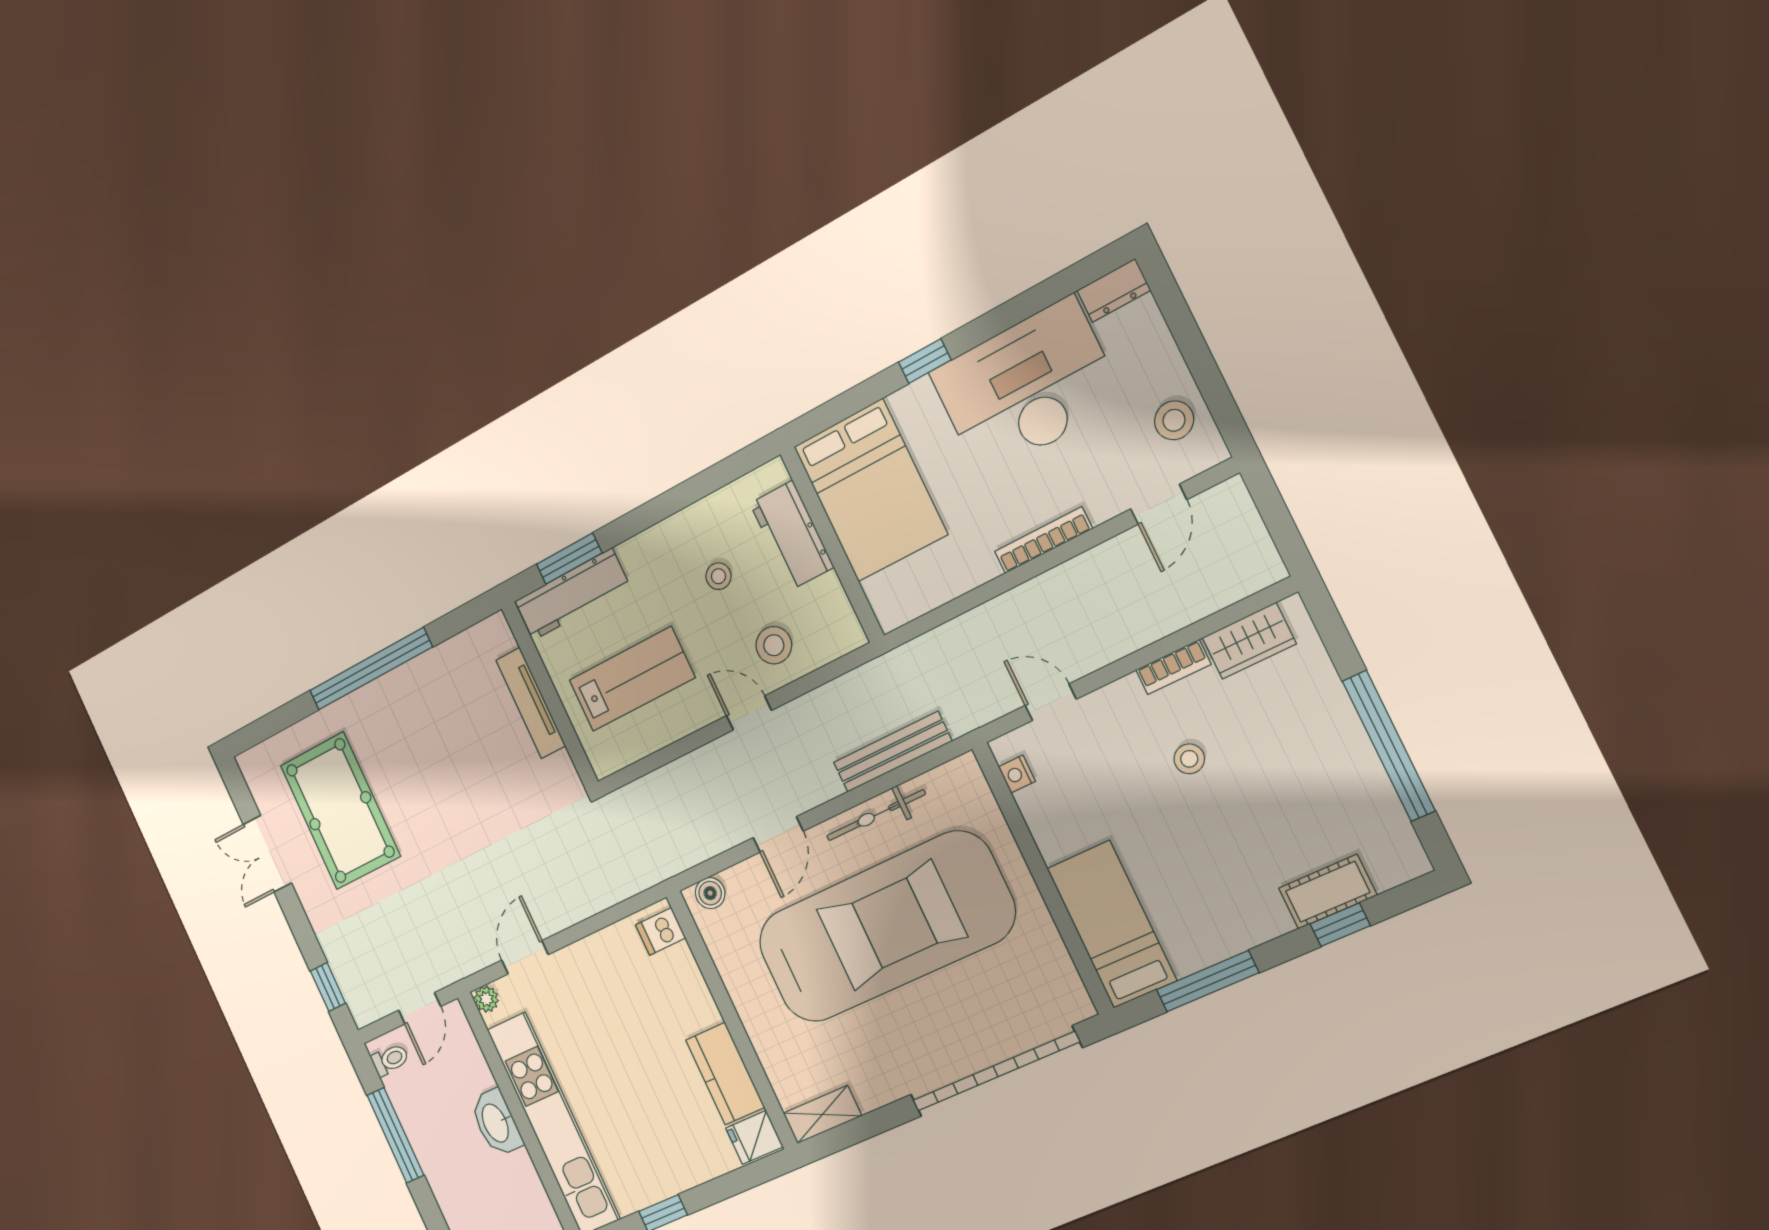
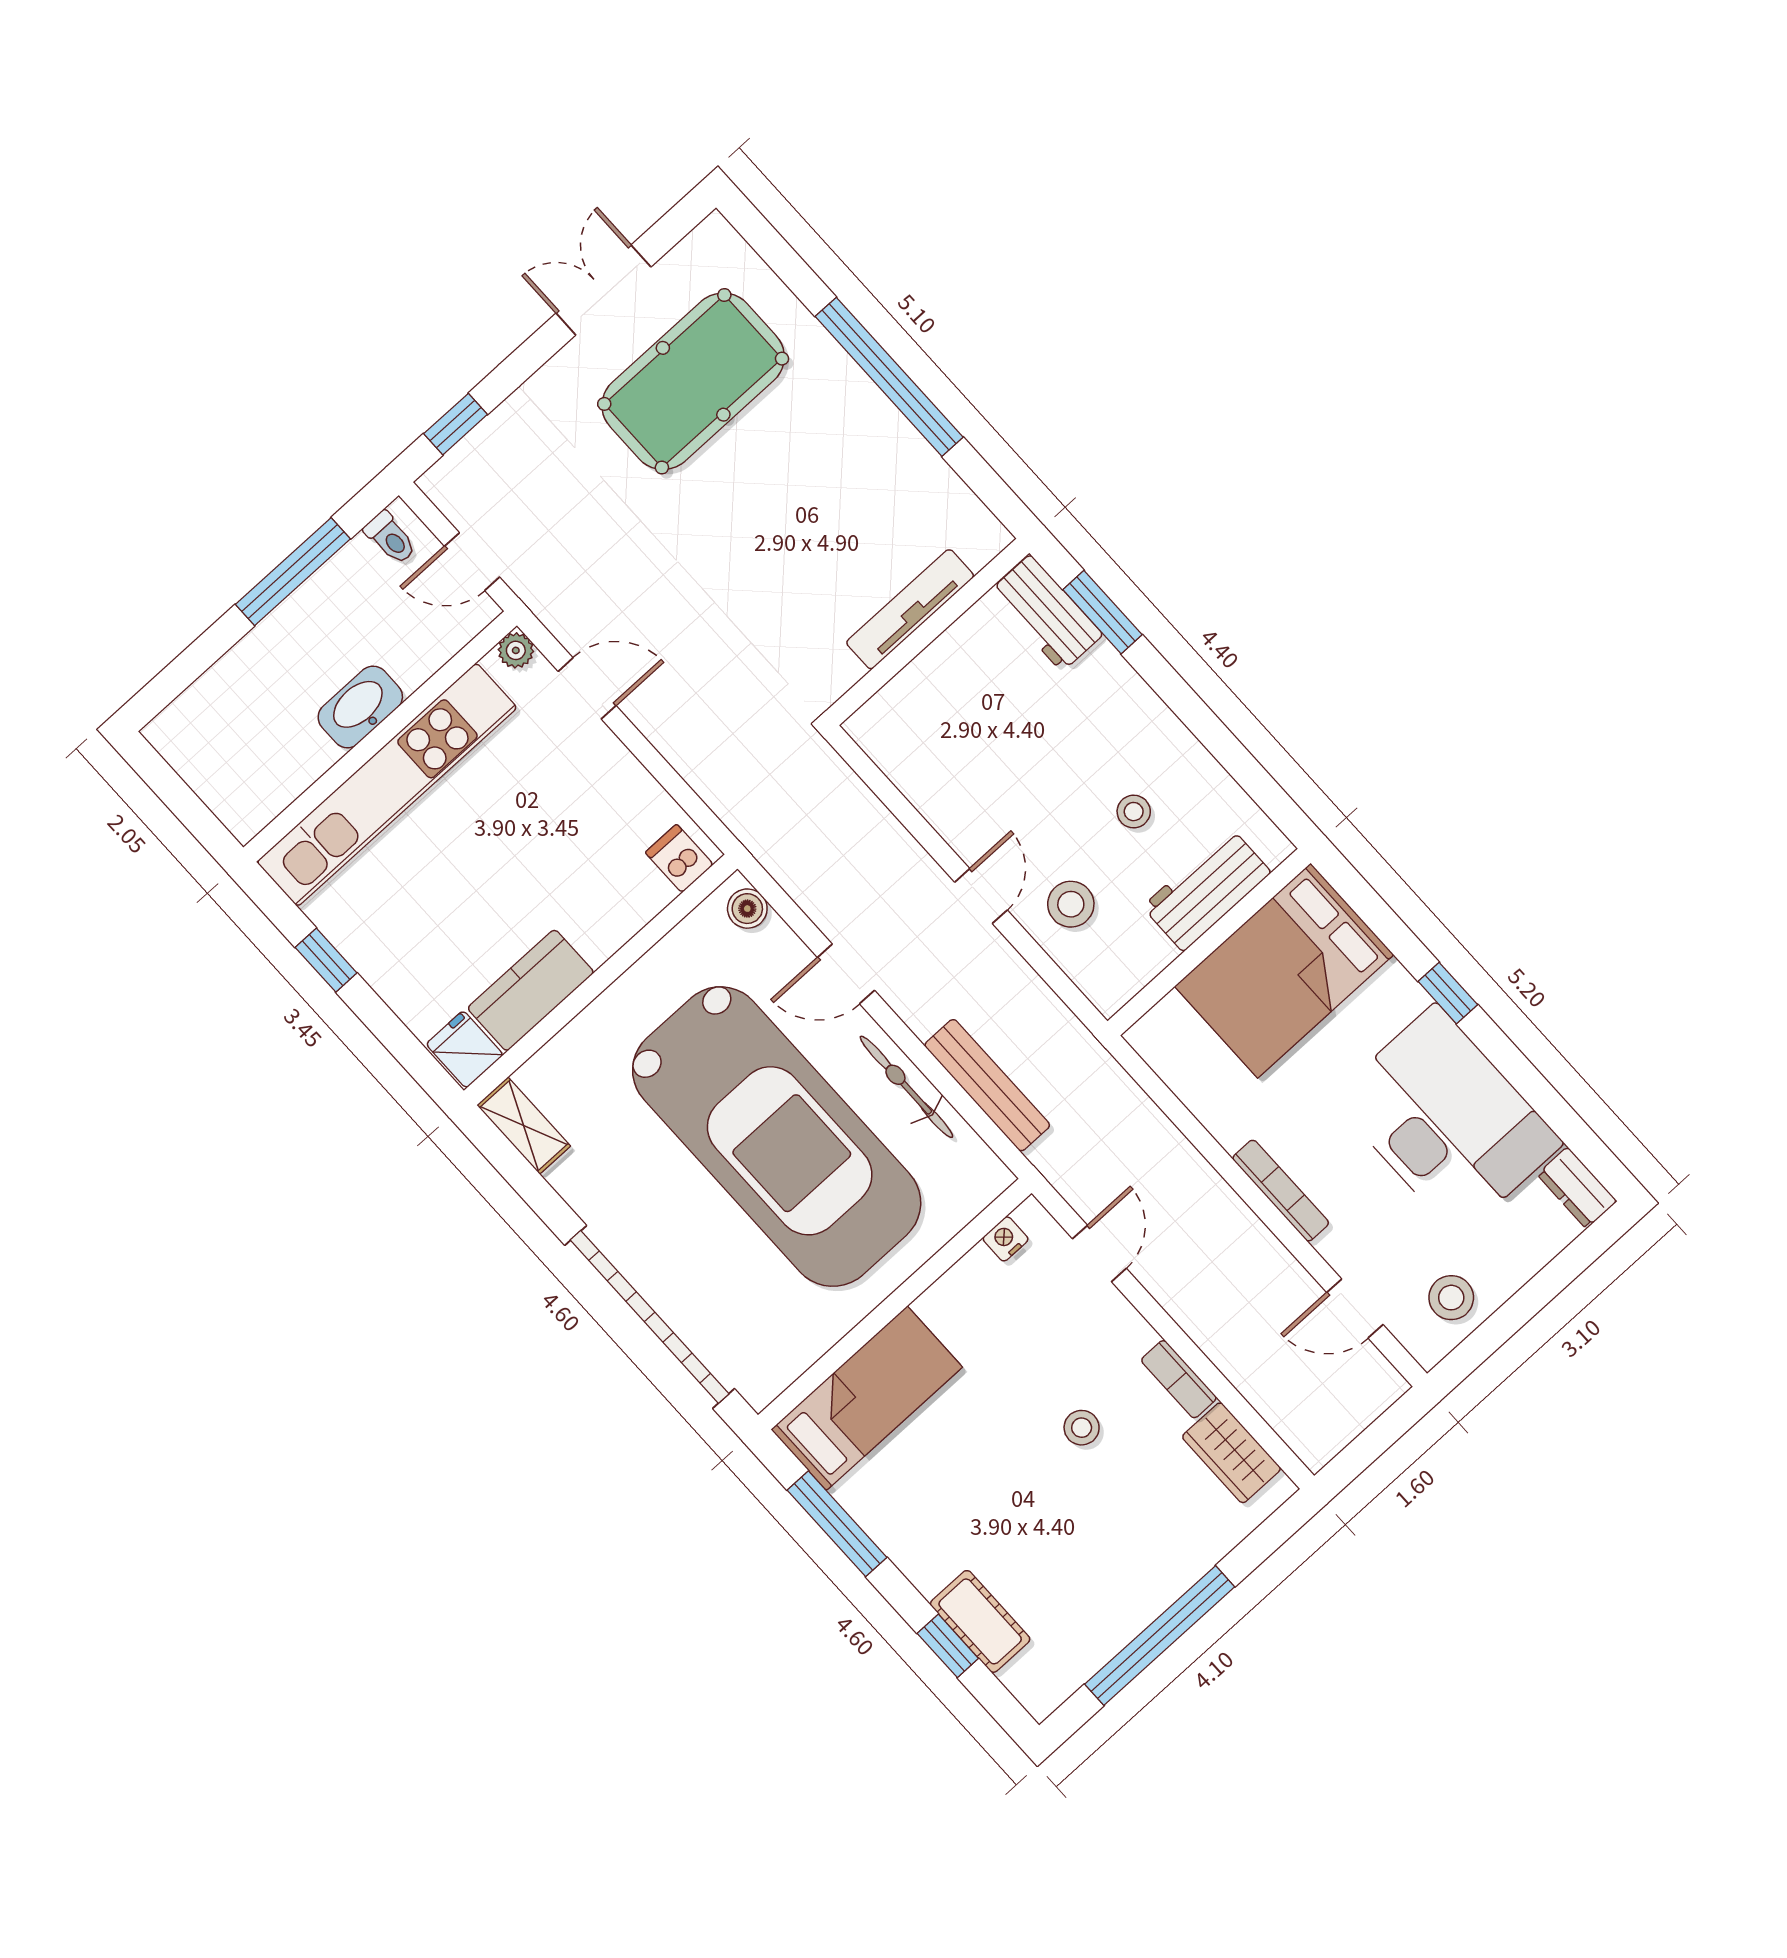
workbench: (572, 594) -> (1046, 613), width x0.73
lab bench: (632, 679) -> (979, 735), removed

